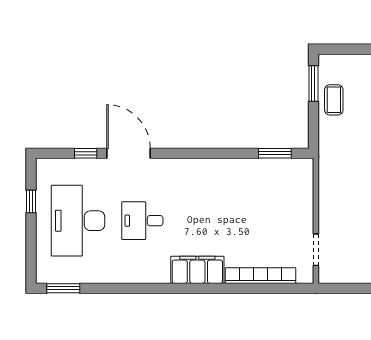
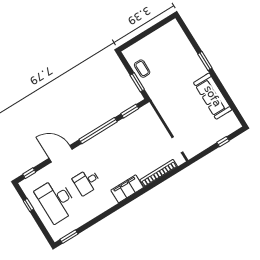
window: (313, 84) -> (137, 82), moved
window: (86, 153) -> (29, 173), moved
window: (208, 153) -> (98, 131), added

